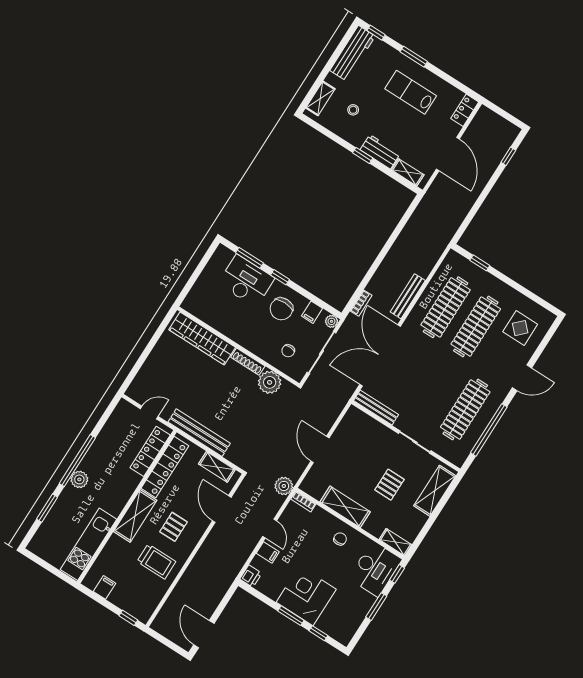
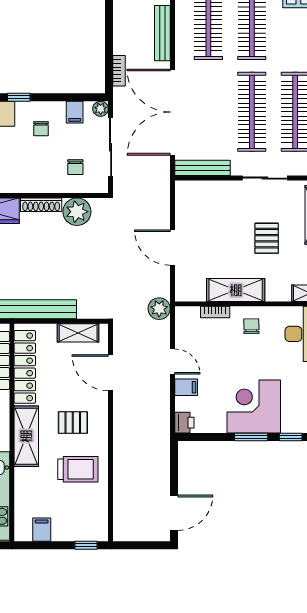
chair: (281, 309) -> (41, 129), width x0.54, depth x0.54
clothes rail: (435, 390) -> (252, 112), added
bookcase: (303, 502) -> (215, 312), moved
pallet: (173, 527) -> (73, 423), turned 90
door: (204, 634) -> (174, 513), swing flipped

